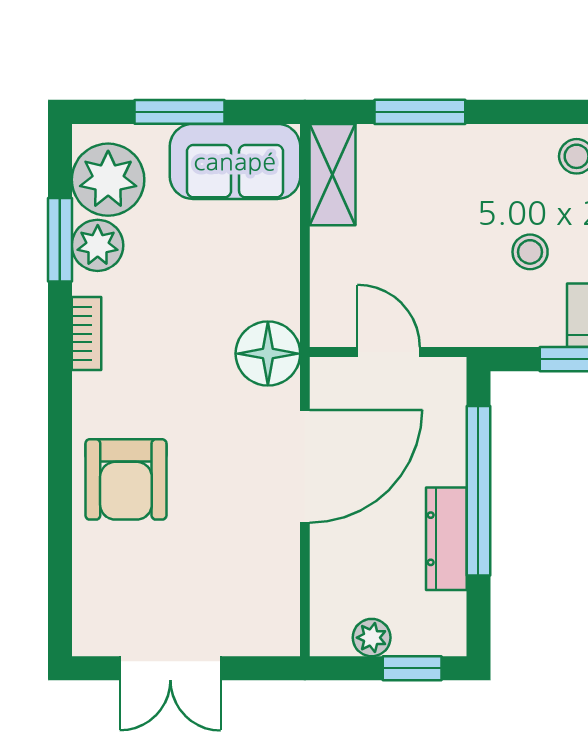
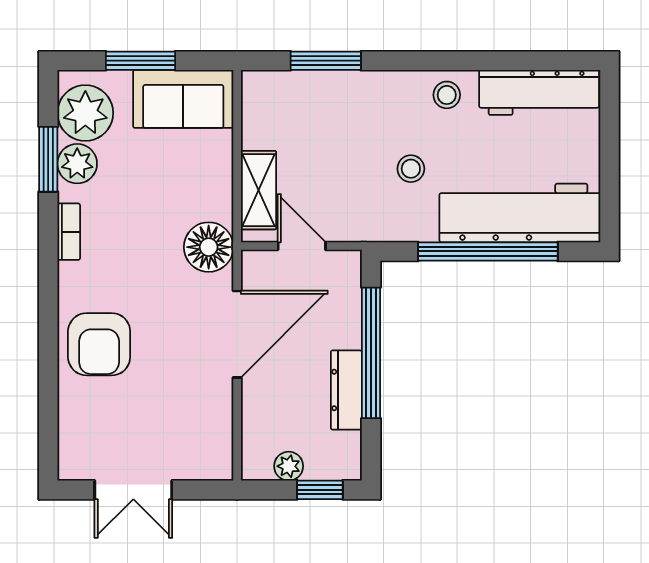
shelving: (332, 175) -> (258, 190), moved

